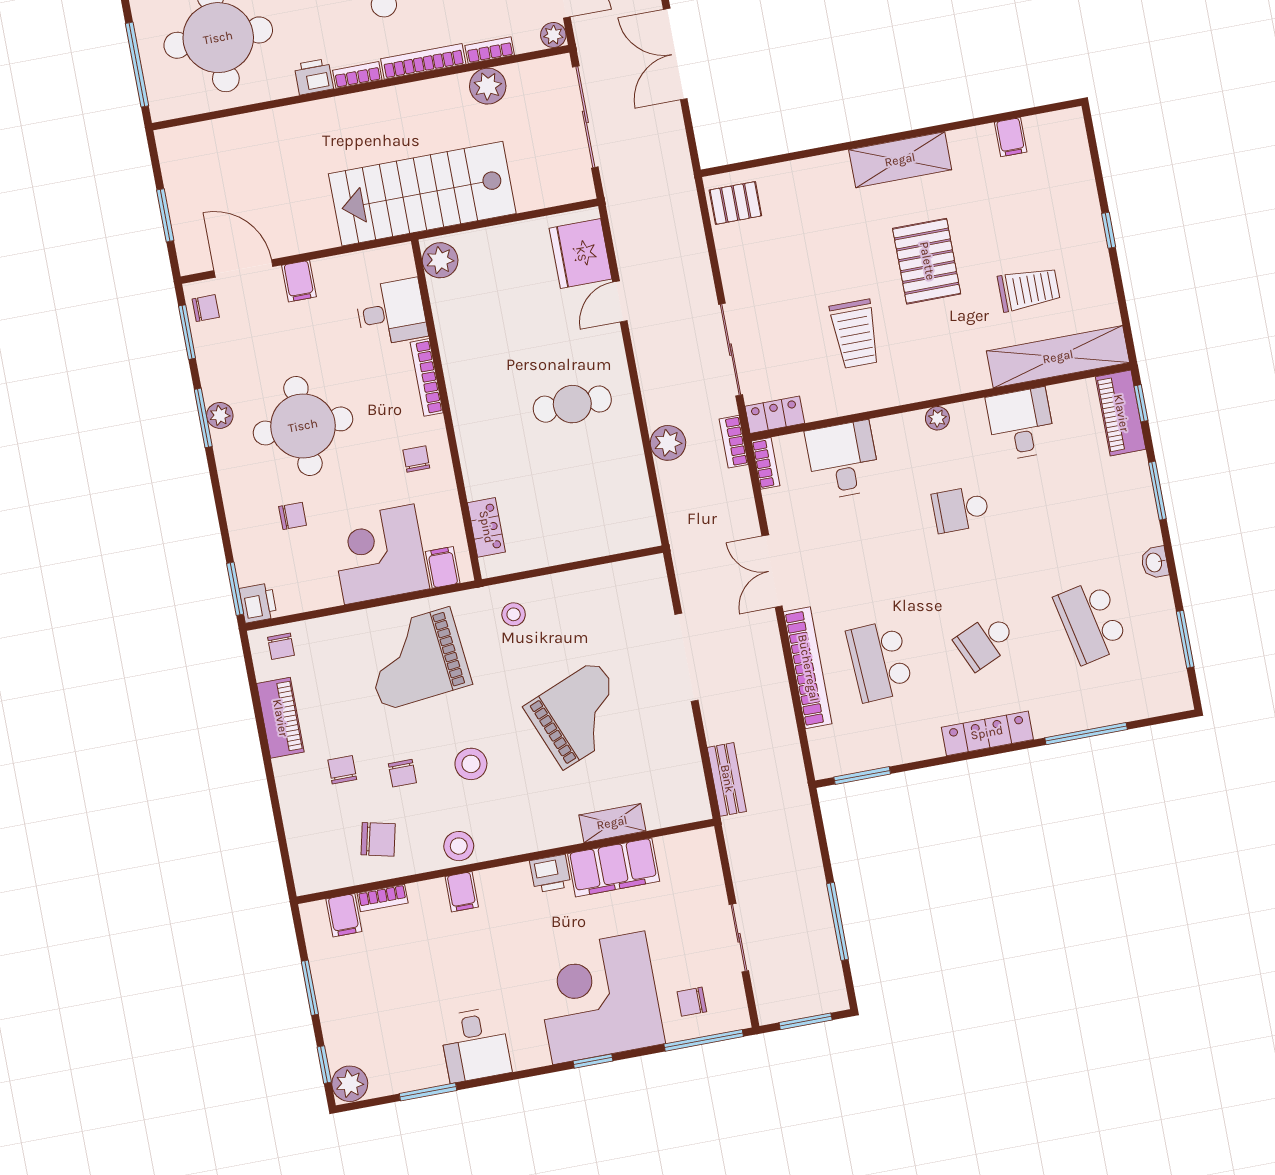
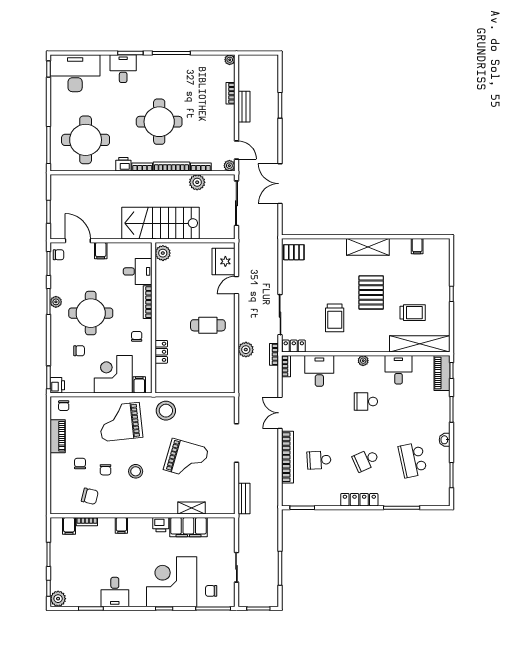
locker: (486, 527) -> (161, 352), moved
stool: (514, 614) -> (166, 411), width x1.89, depth x1.89
school desk: (880, 661) -> (319, 460), width x0.54
grand piano: (580, 715) -> (186, 459), turned 38
stool: (459, 846) -> (124, 506), removed

